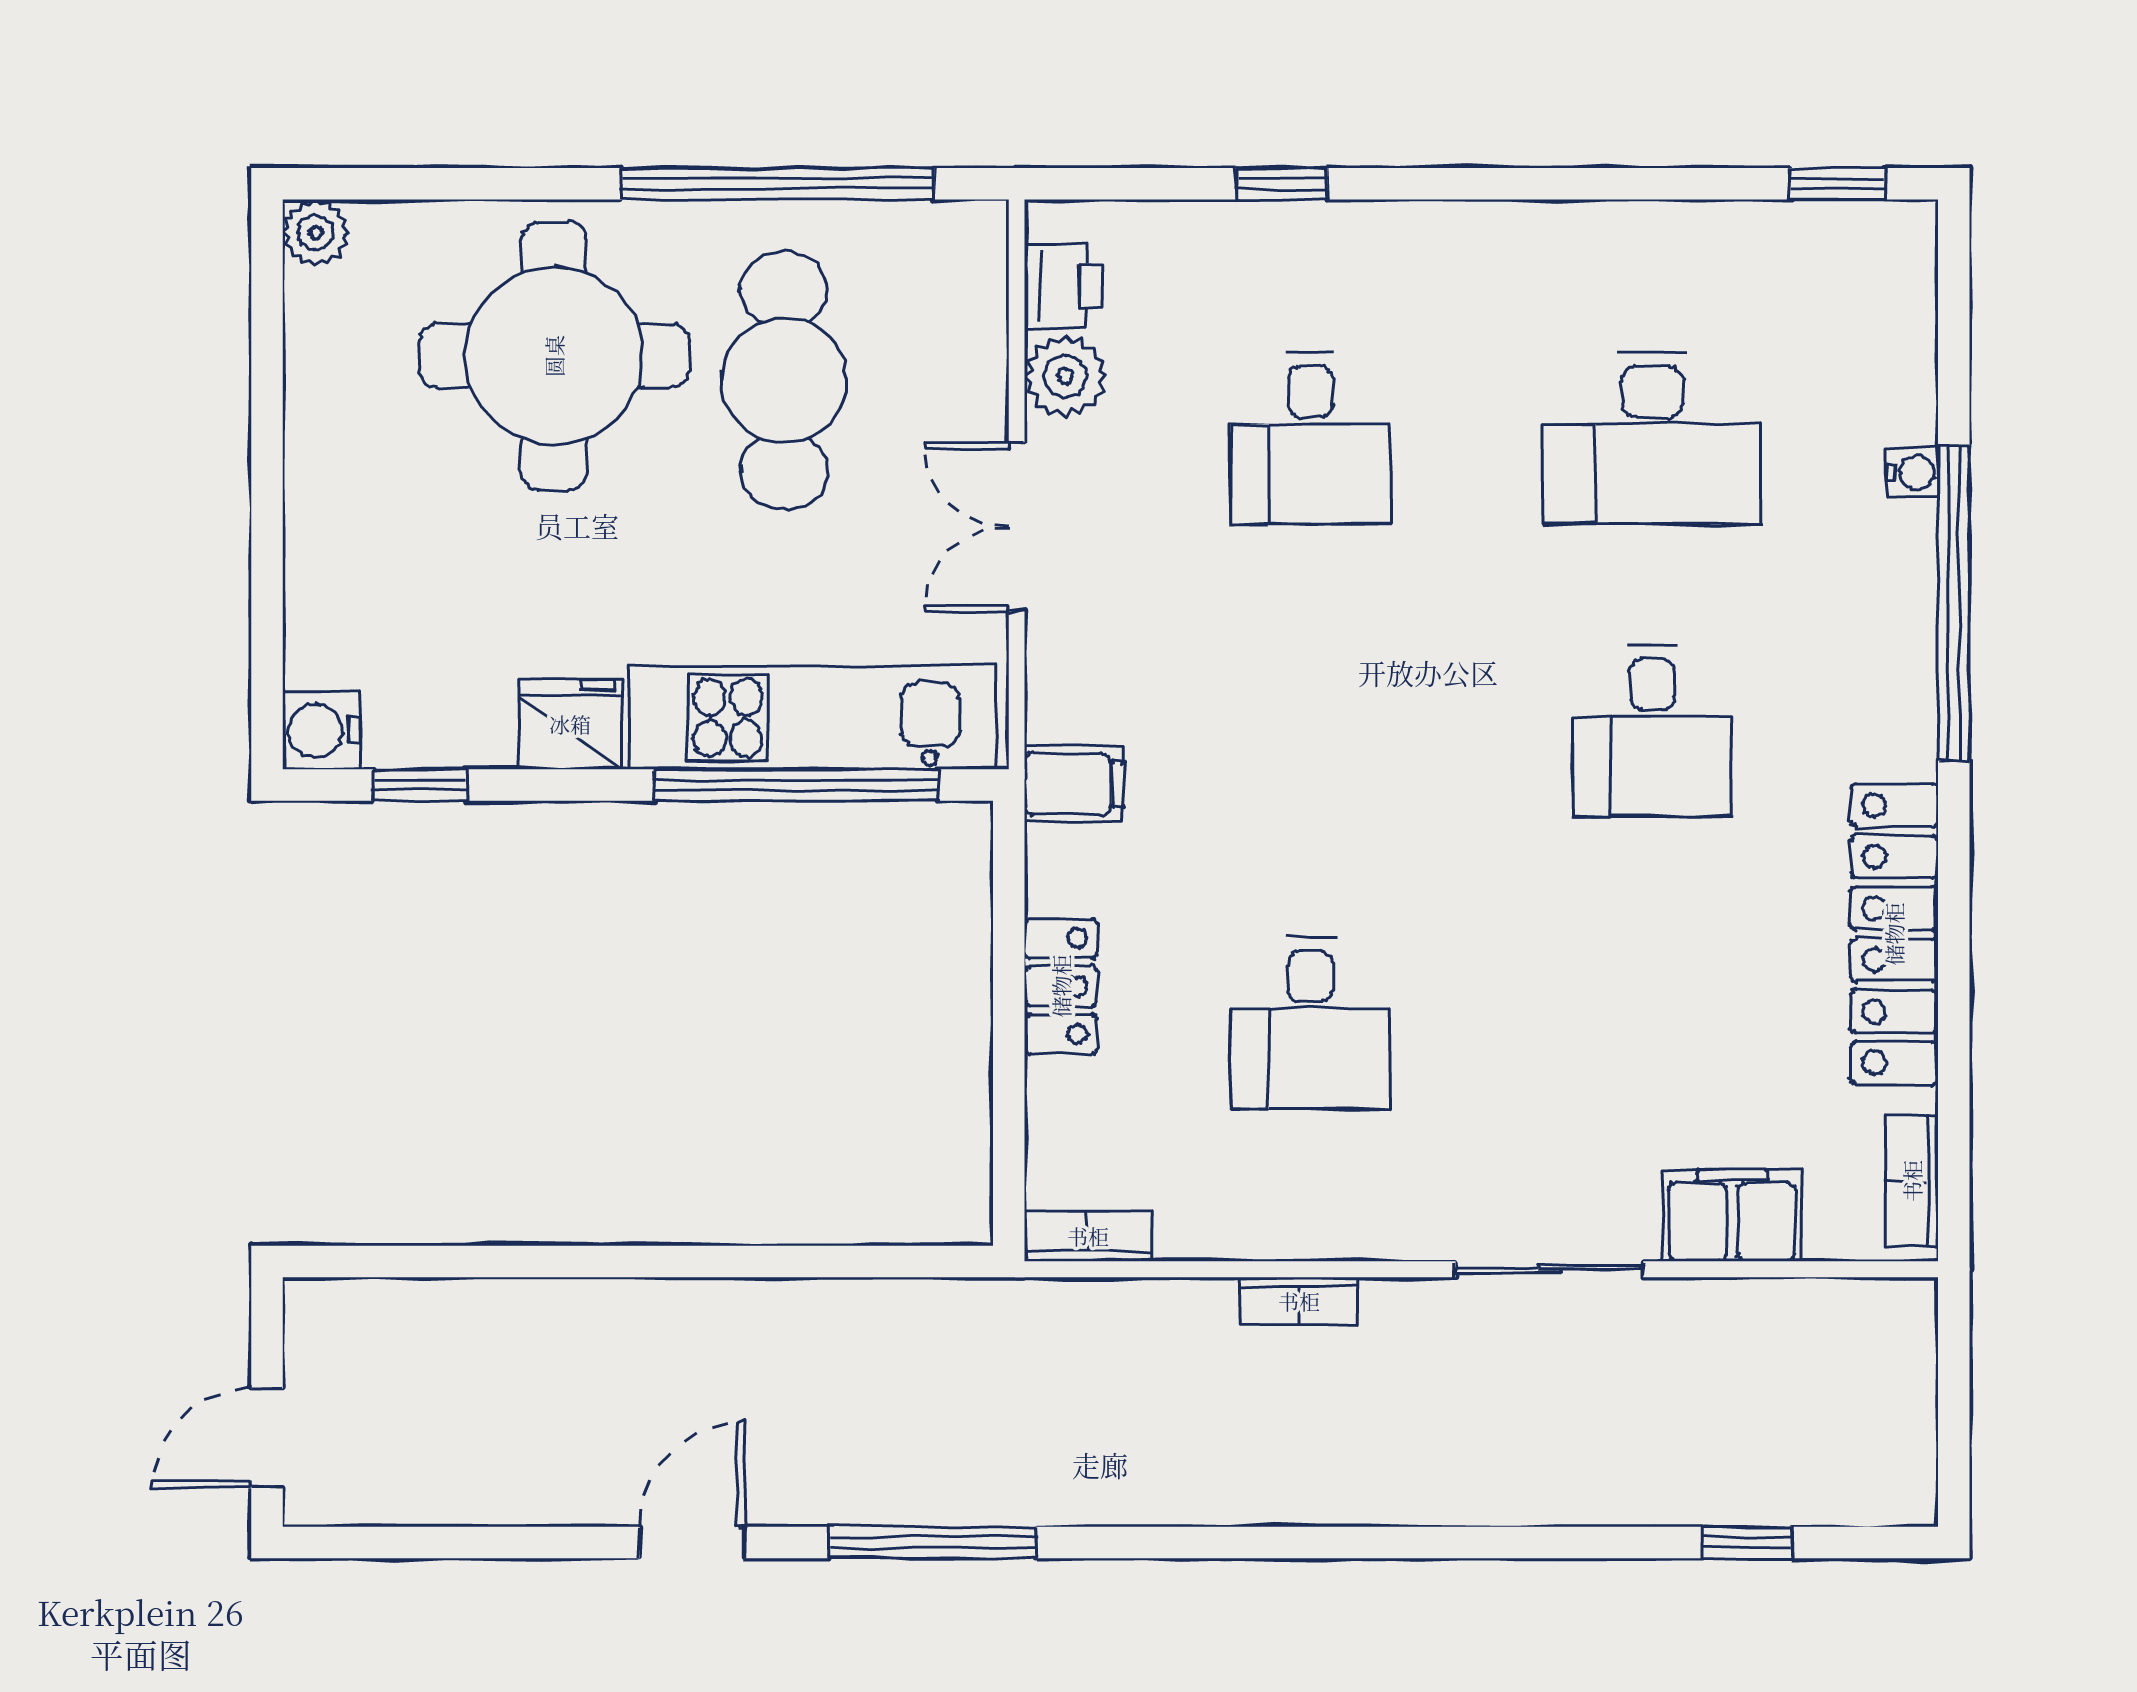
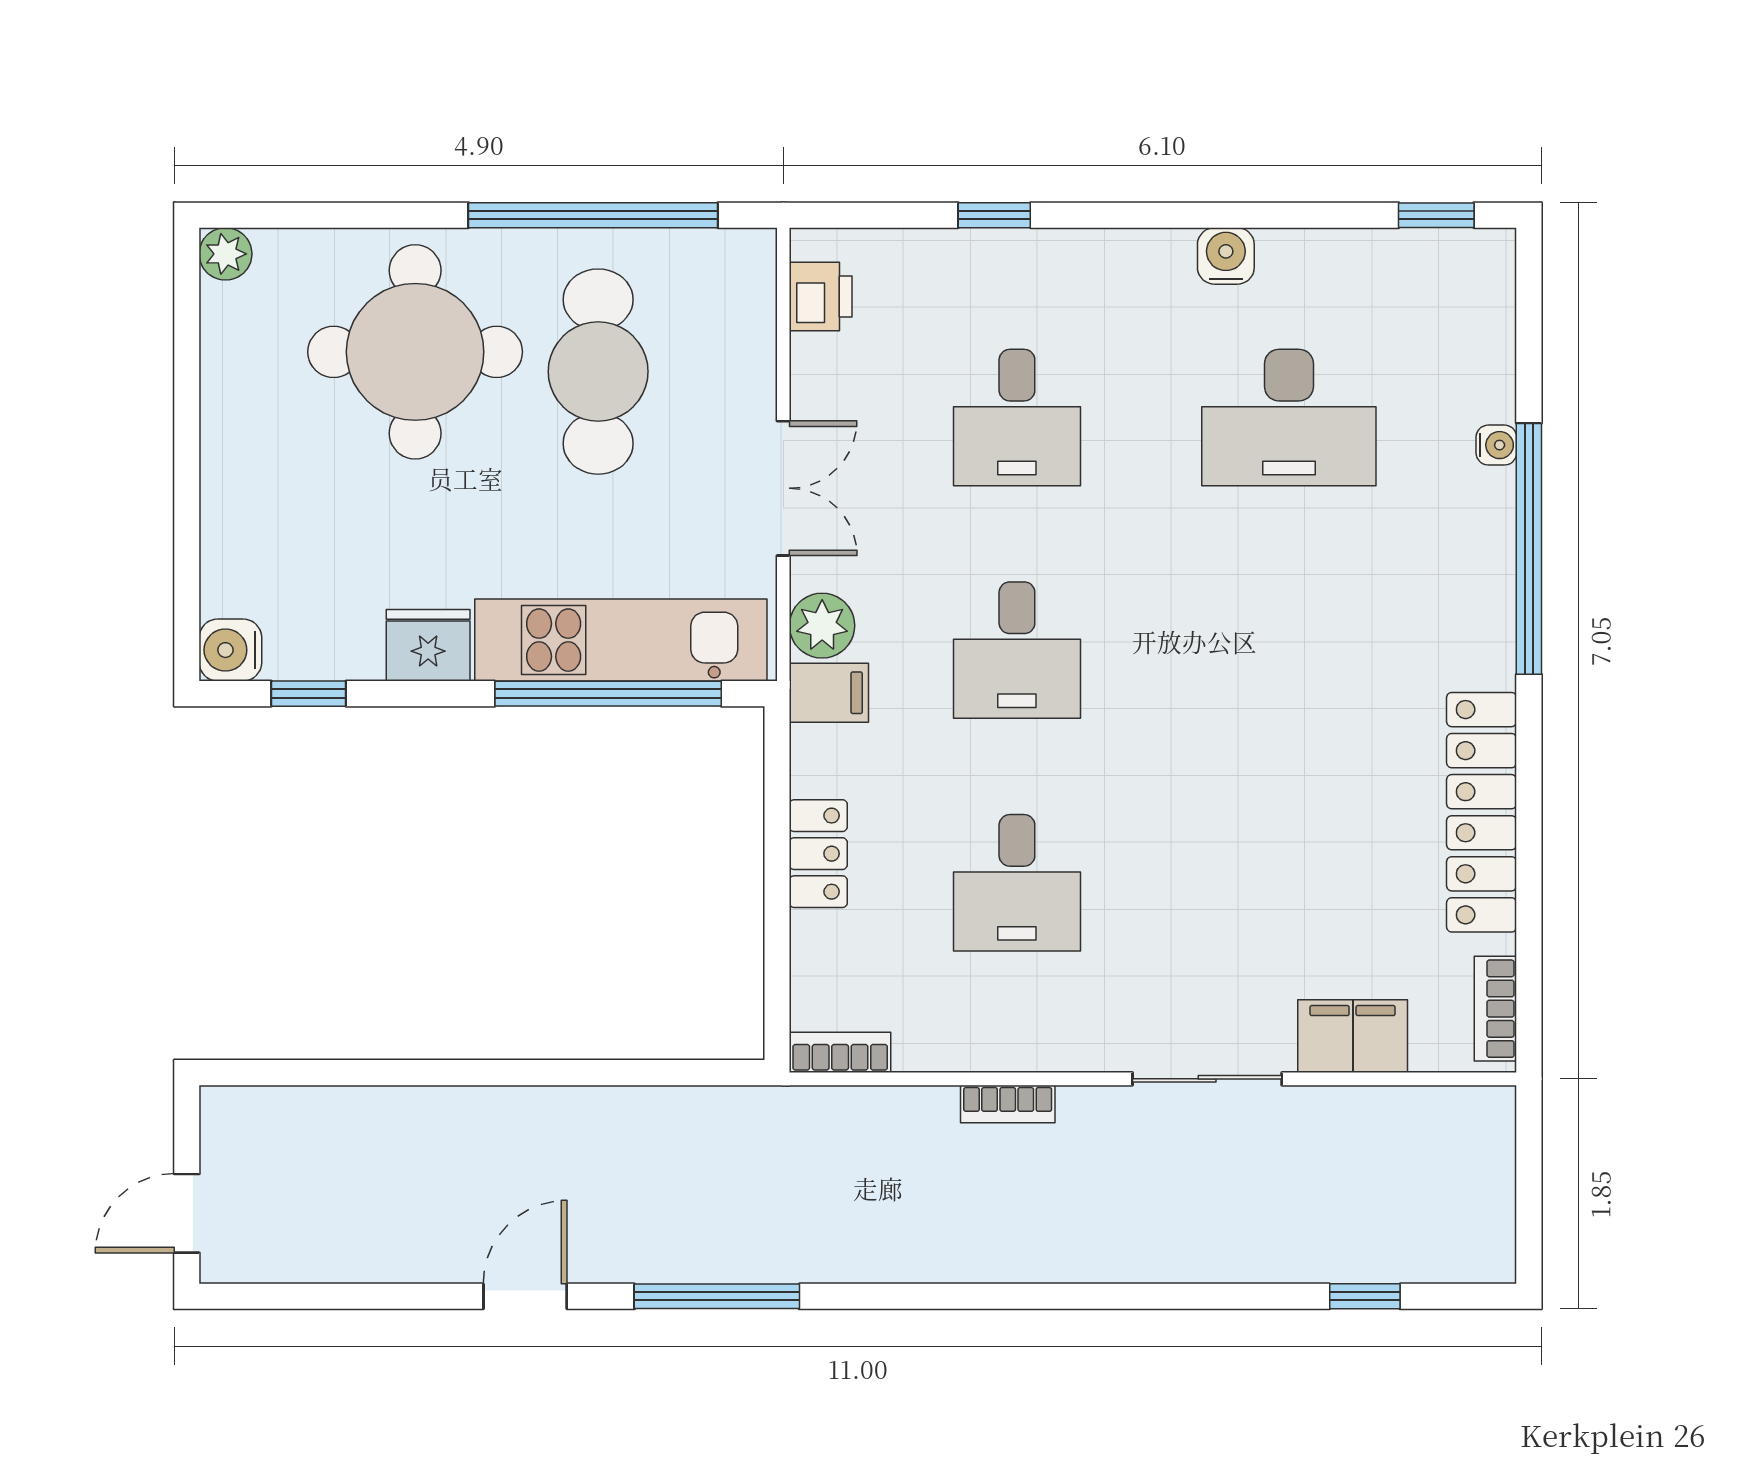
water cooler: (1573, 235) -> (1226, 256), added
plant: (1065, 376) -> (822, 626), moved
double door: (1017, 527) -> (783, 488), swing flipped
desk: (1652, 730) -> (1017, 650), moved

